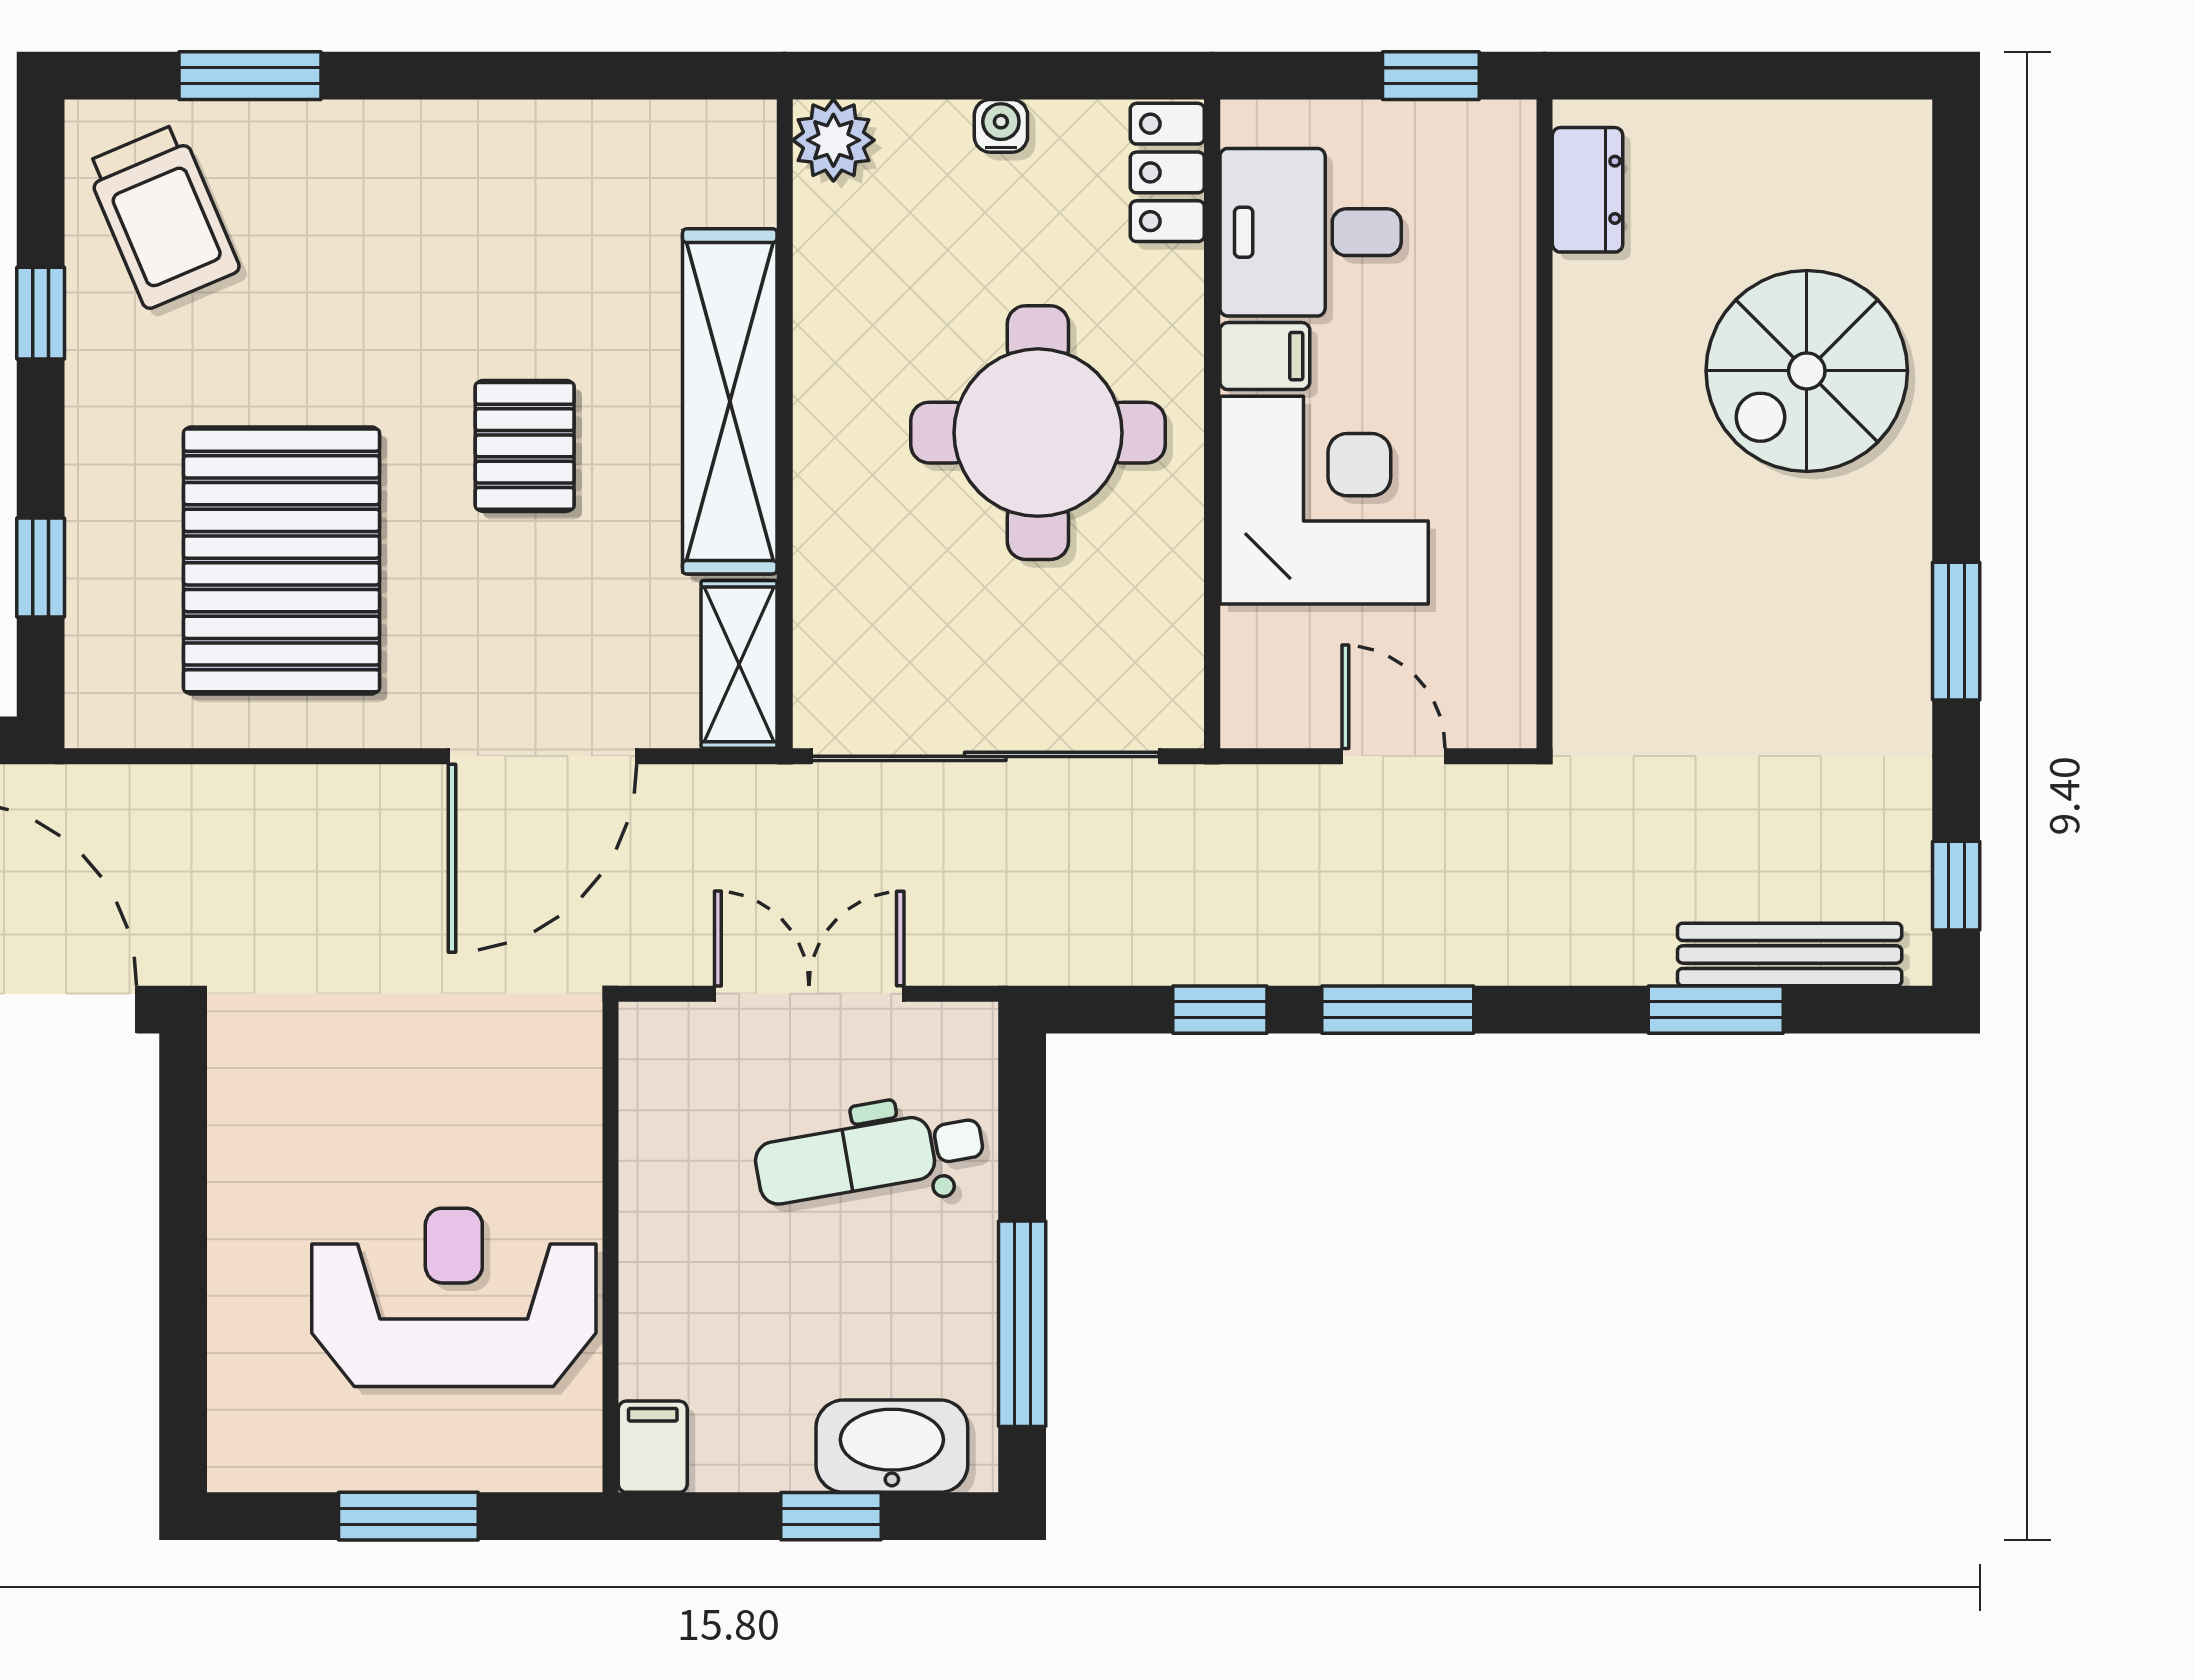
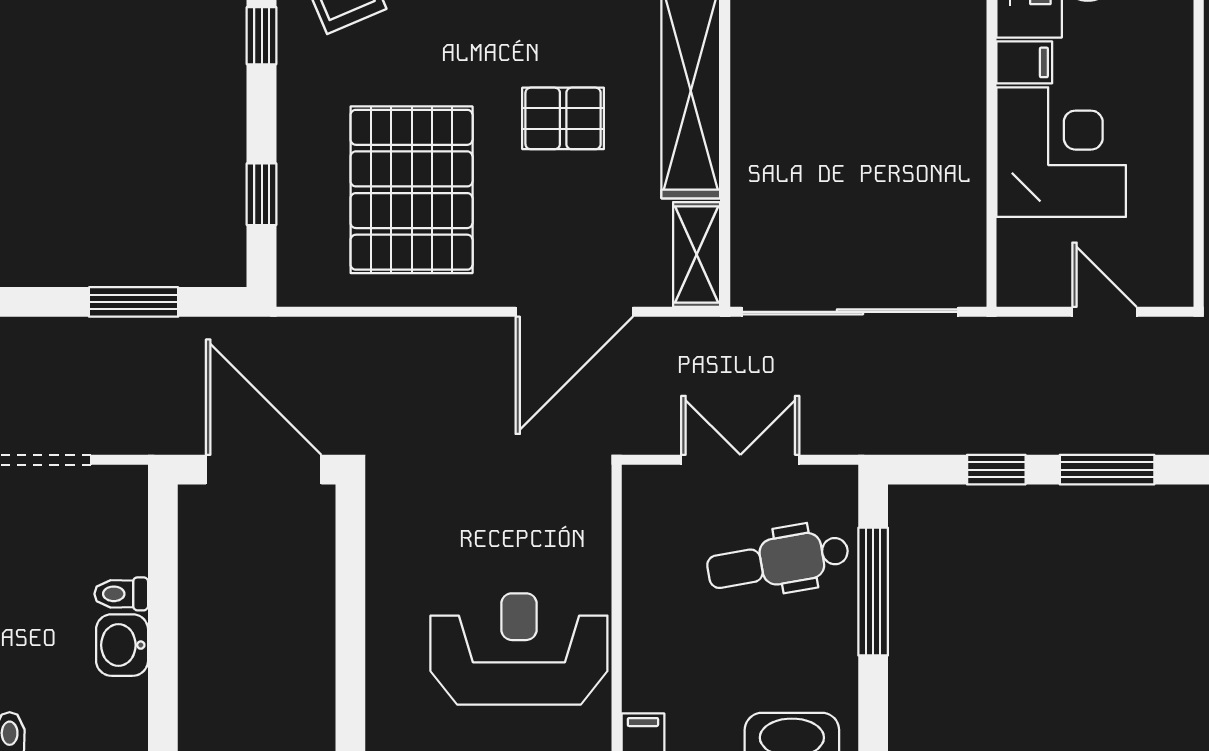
round table: (1038, 433) -> (883, 110), removed
pallet: (525, 446) -> (563, 118), turned 90
window: (1022, 1324) -> (873, 592), moved

